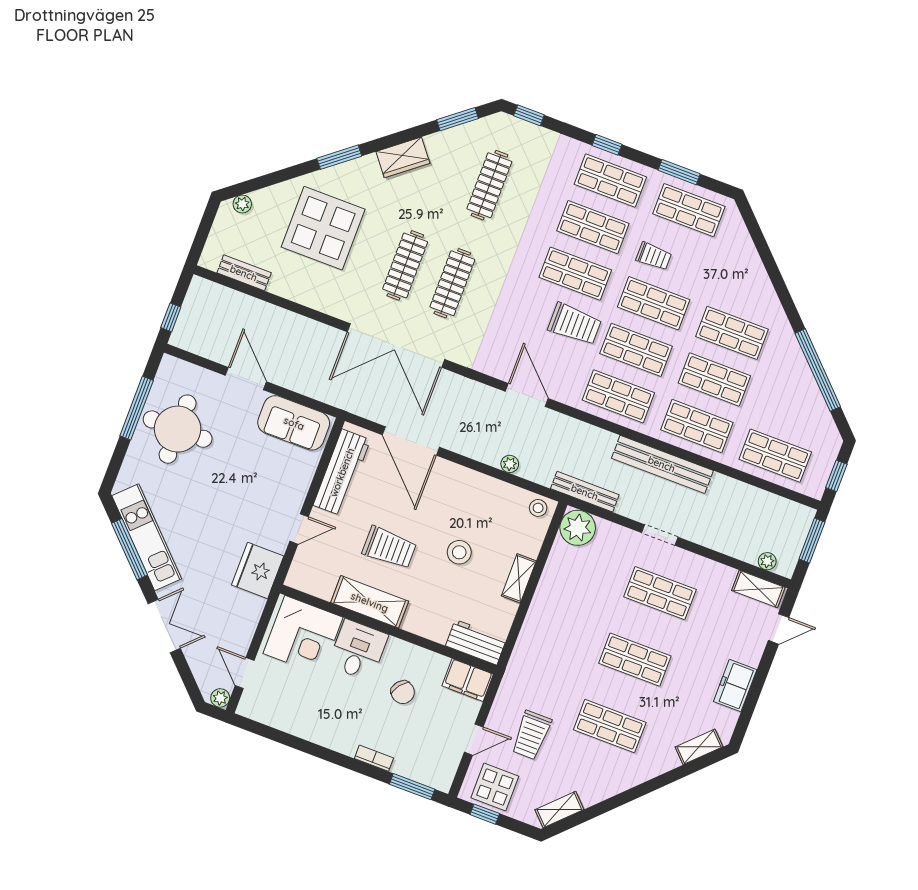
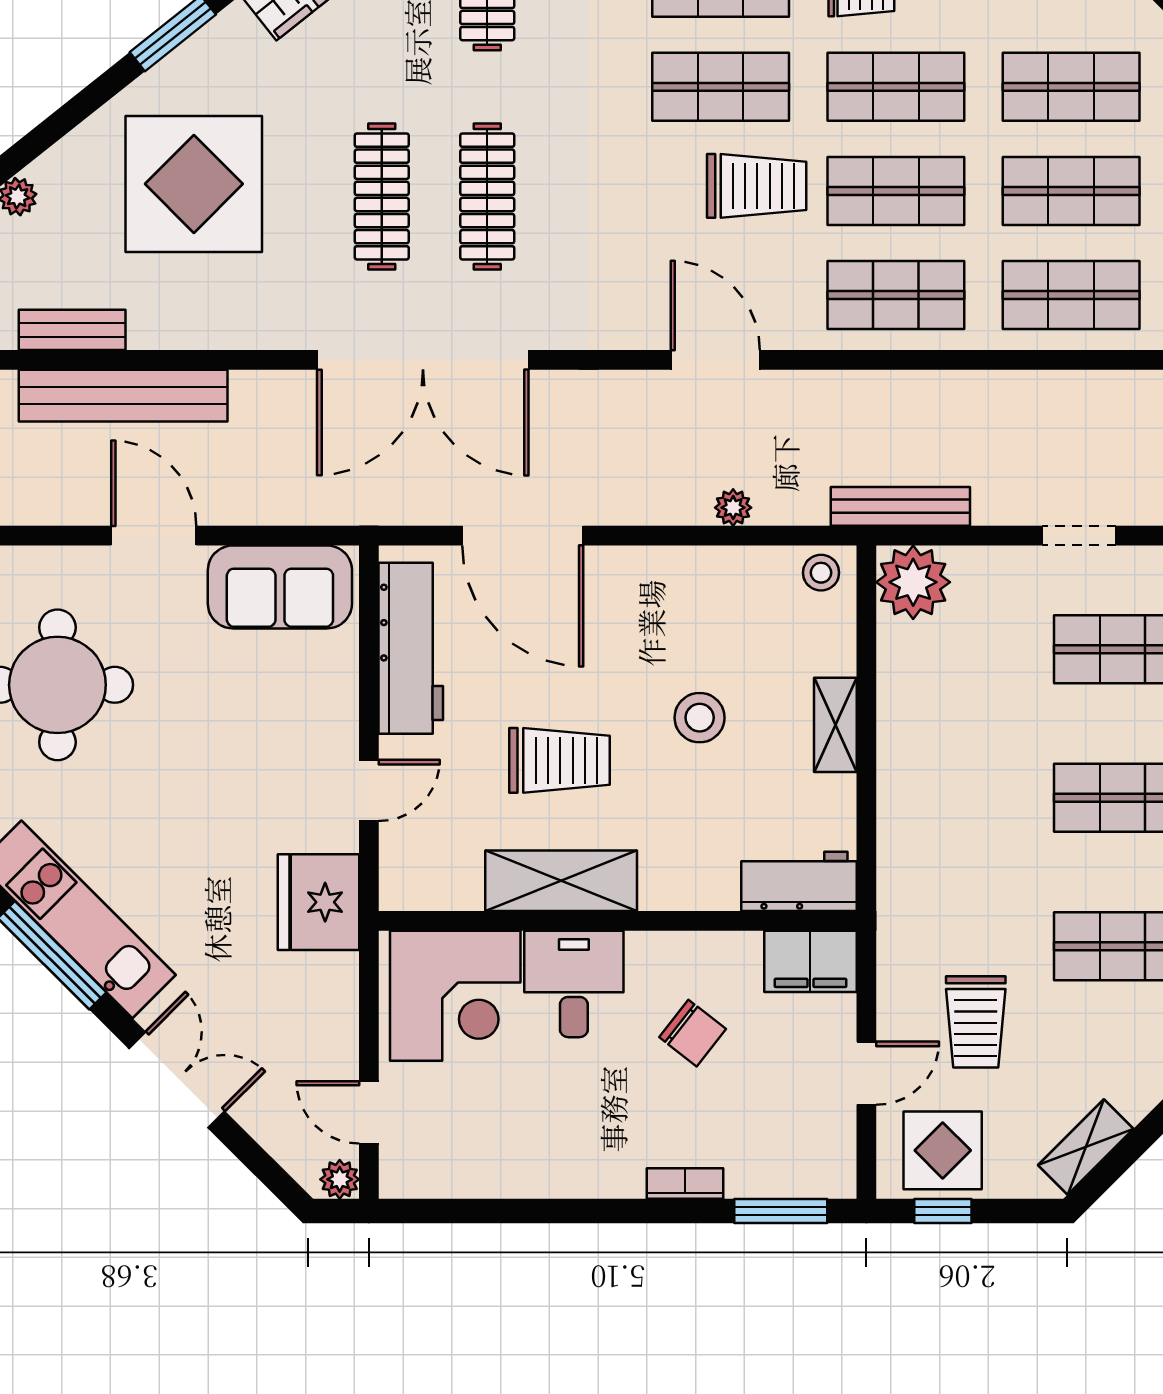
bench: (662, 464) -> (123, 396), moved

